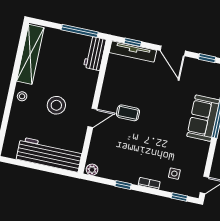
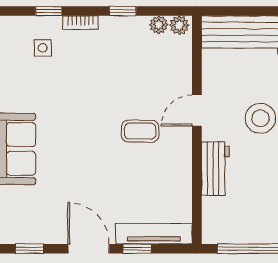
window: (133, 42) -> (137, 249), moved
workbench: (95, 53) -> (215, 169), moved
plant: (104, 173) -> (159, 25), added
window: (179, 197) -> (49, 11), moved

